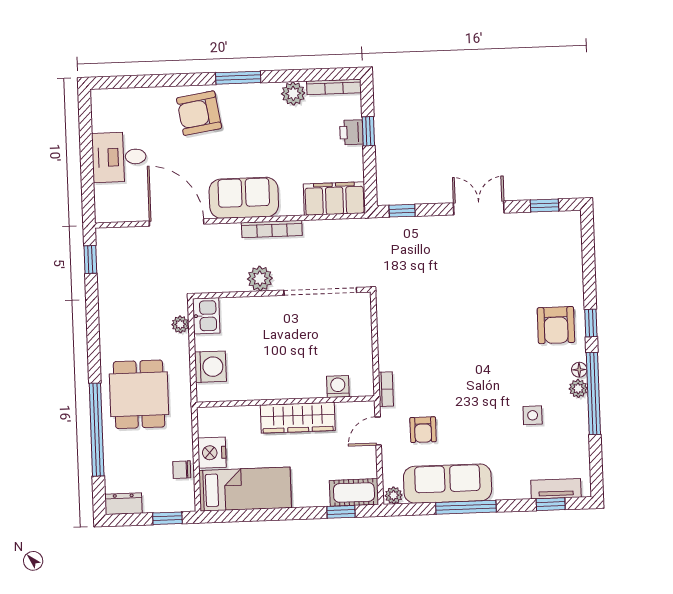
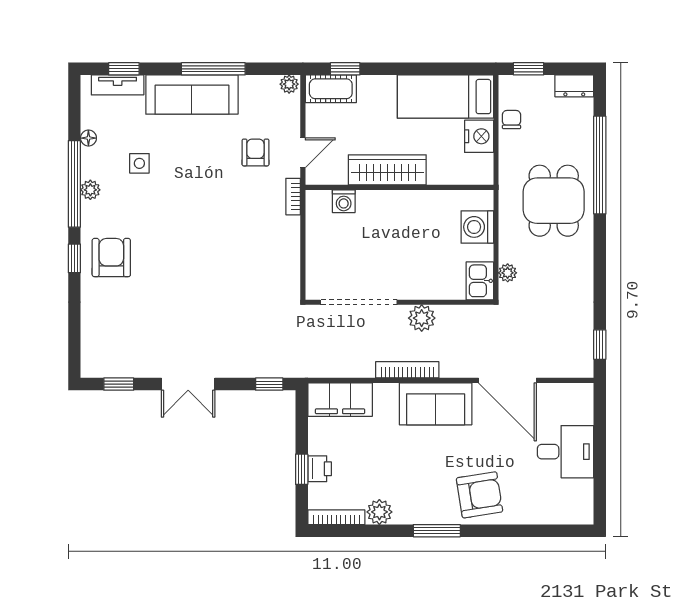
floor lamp: (579, 370) -> (88, 138), moved
chair: (182, 470) -> (511, 120), turned -90
sofa: (448, 484) -> (192, 95), moved

